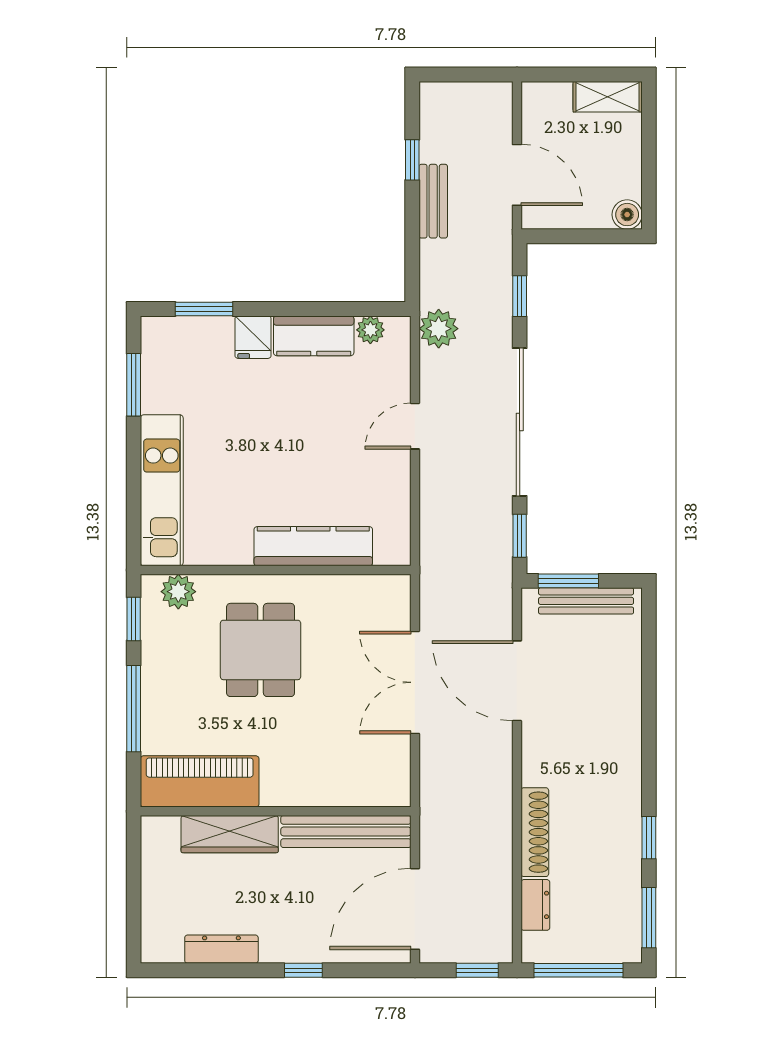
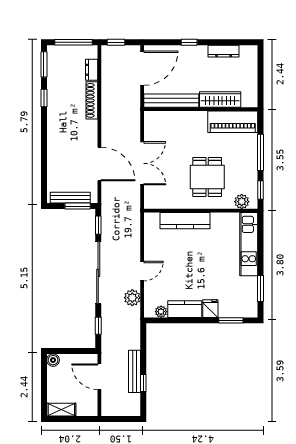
bench: (433, 201) -> (135, 371), width x1.36
plant: (439, 329) -> (132, 298), moved

